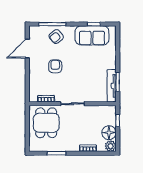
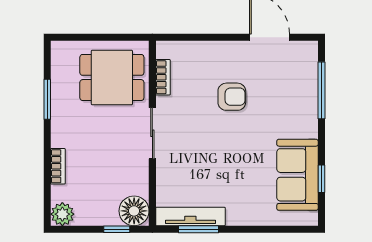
armchair: (56, 37) -> (295, 99), removed
floor lamp: (109, 133) -> (134, 211), moved

